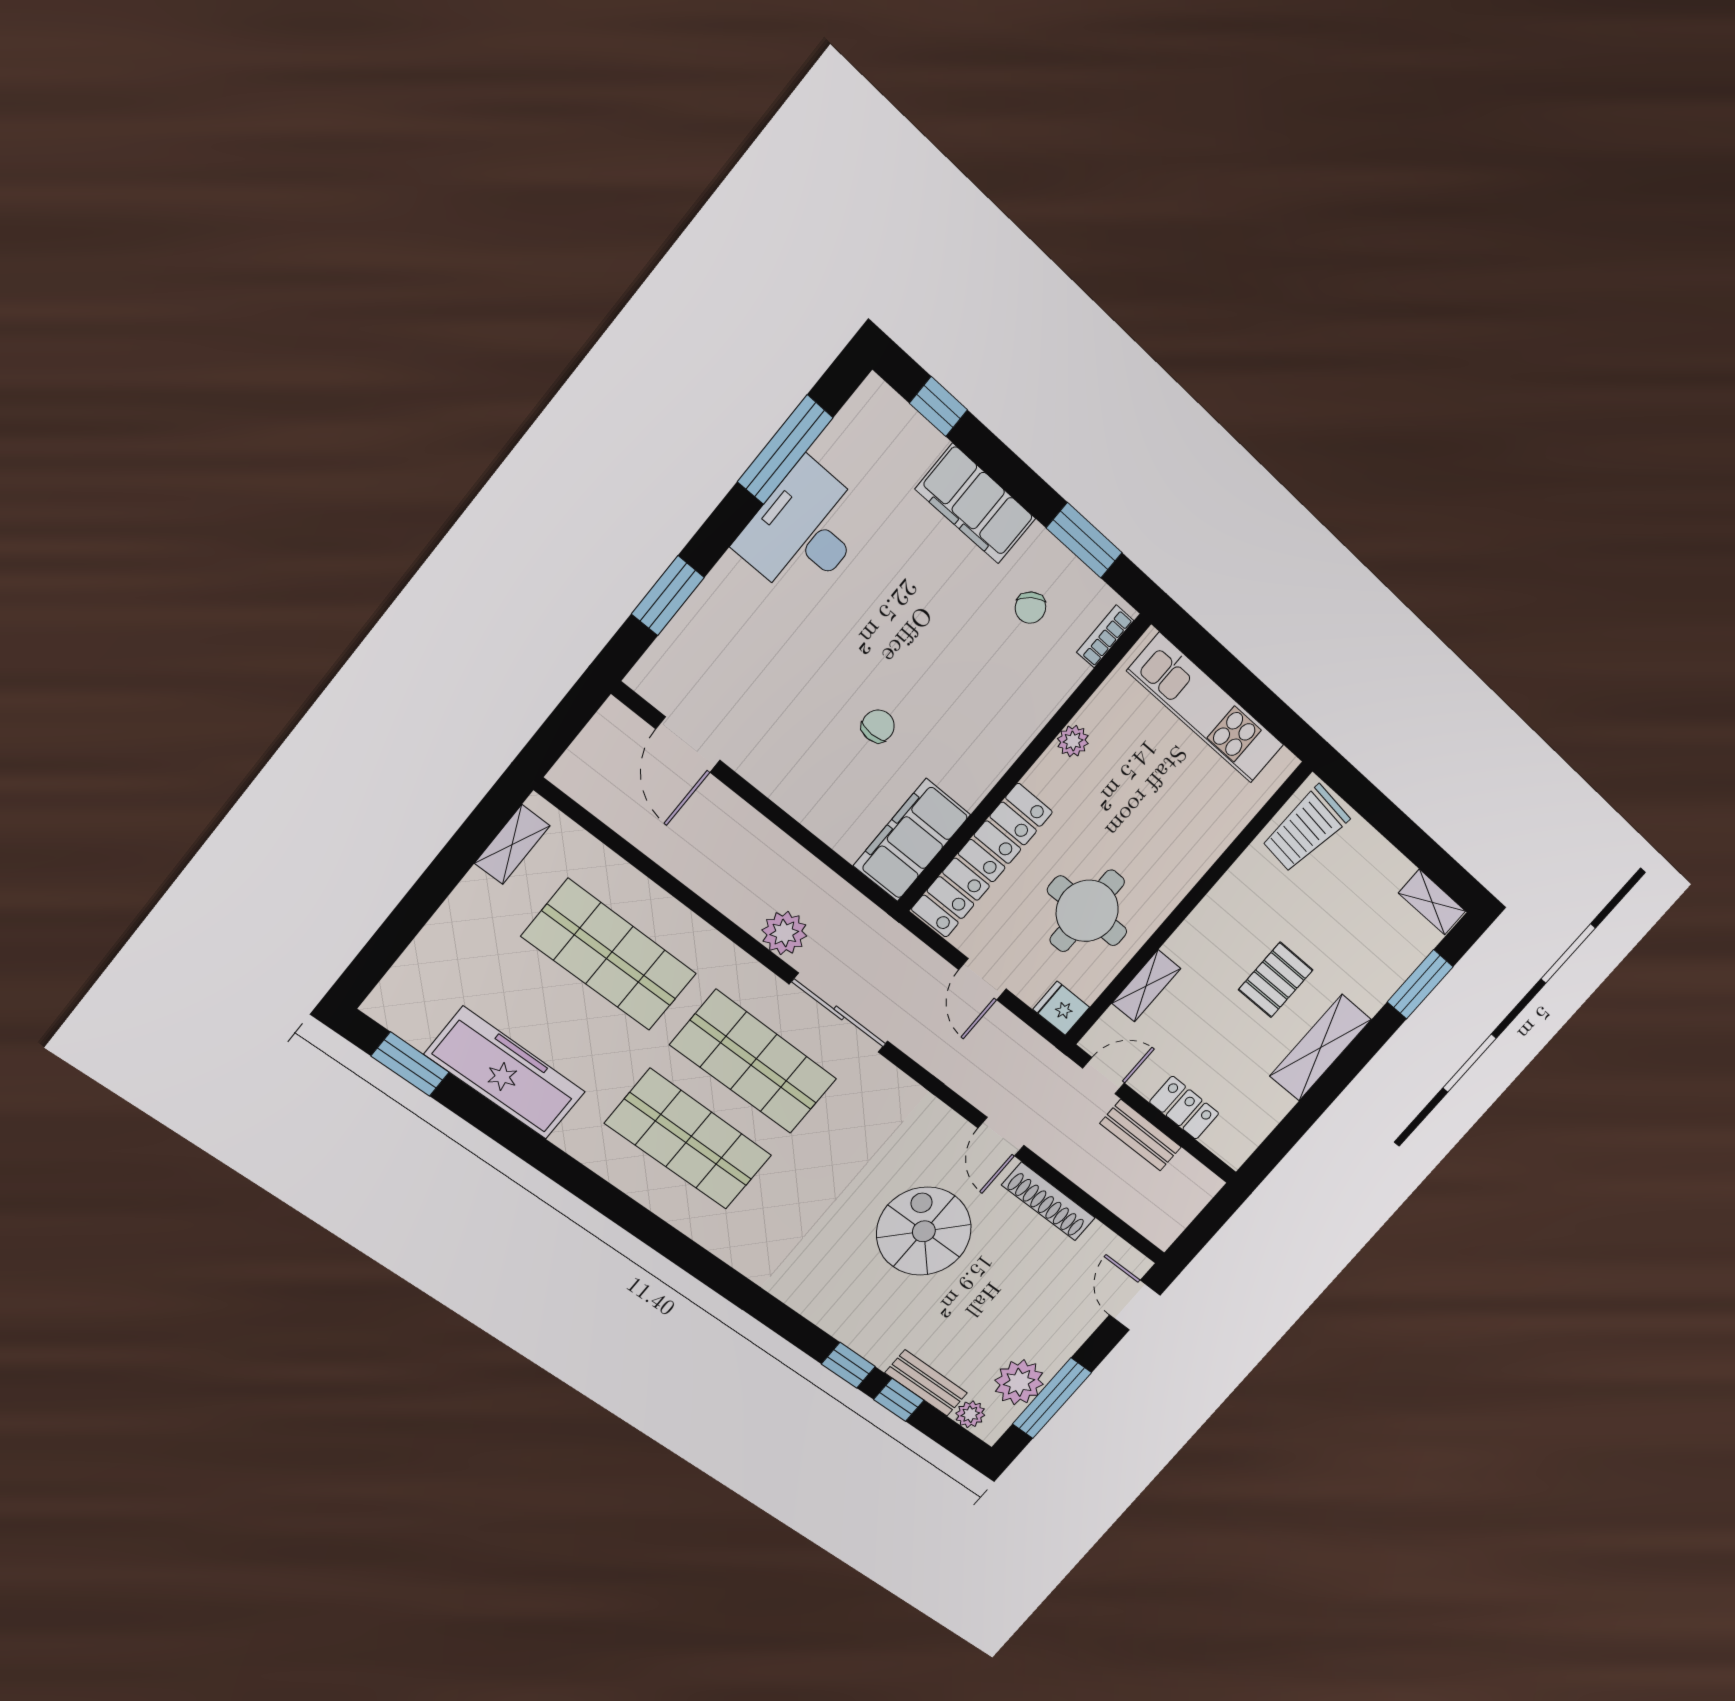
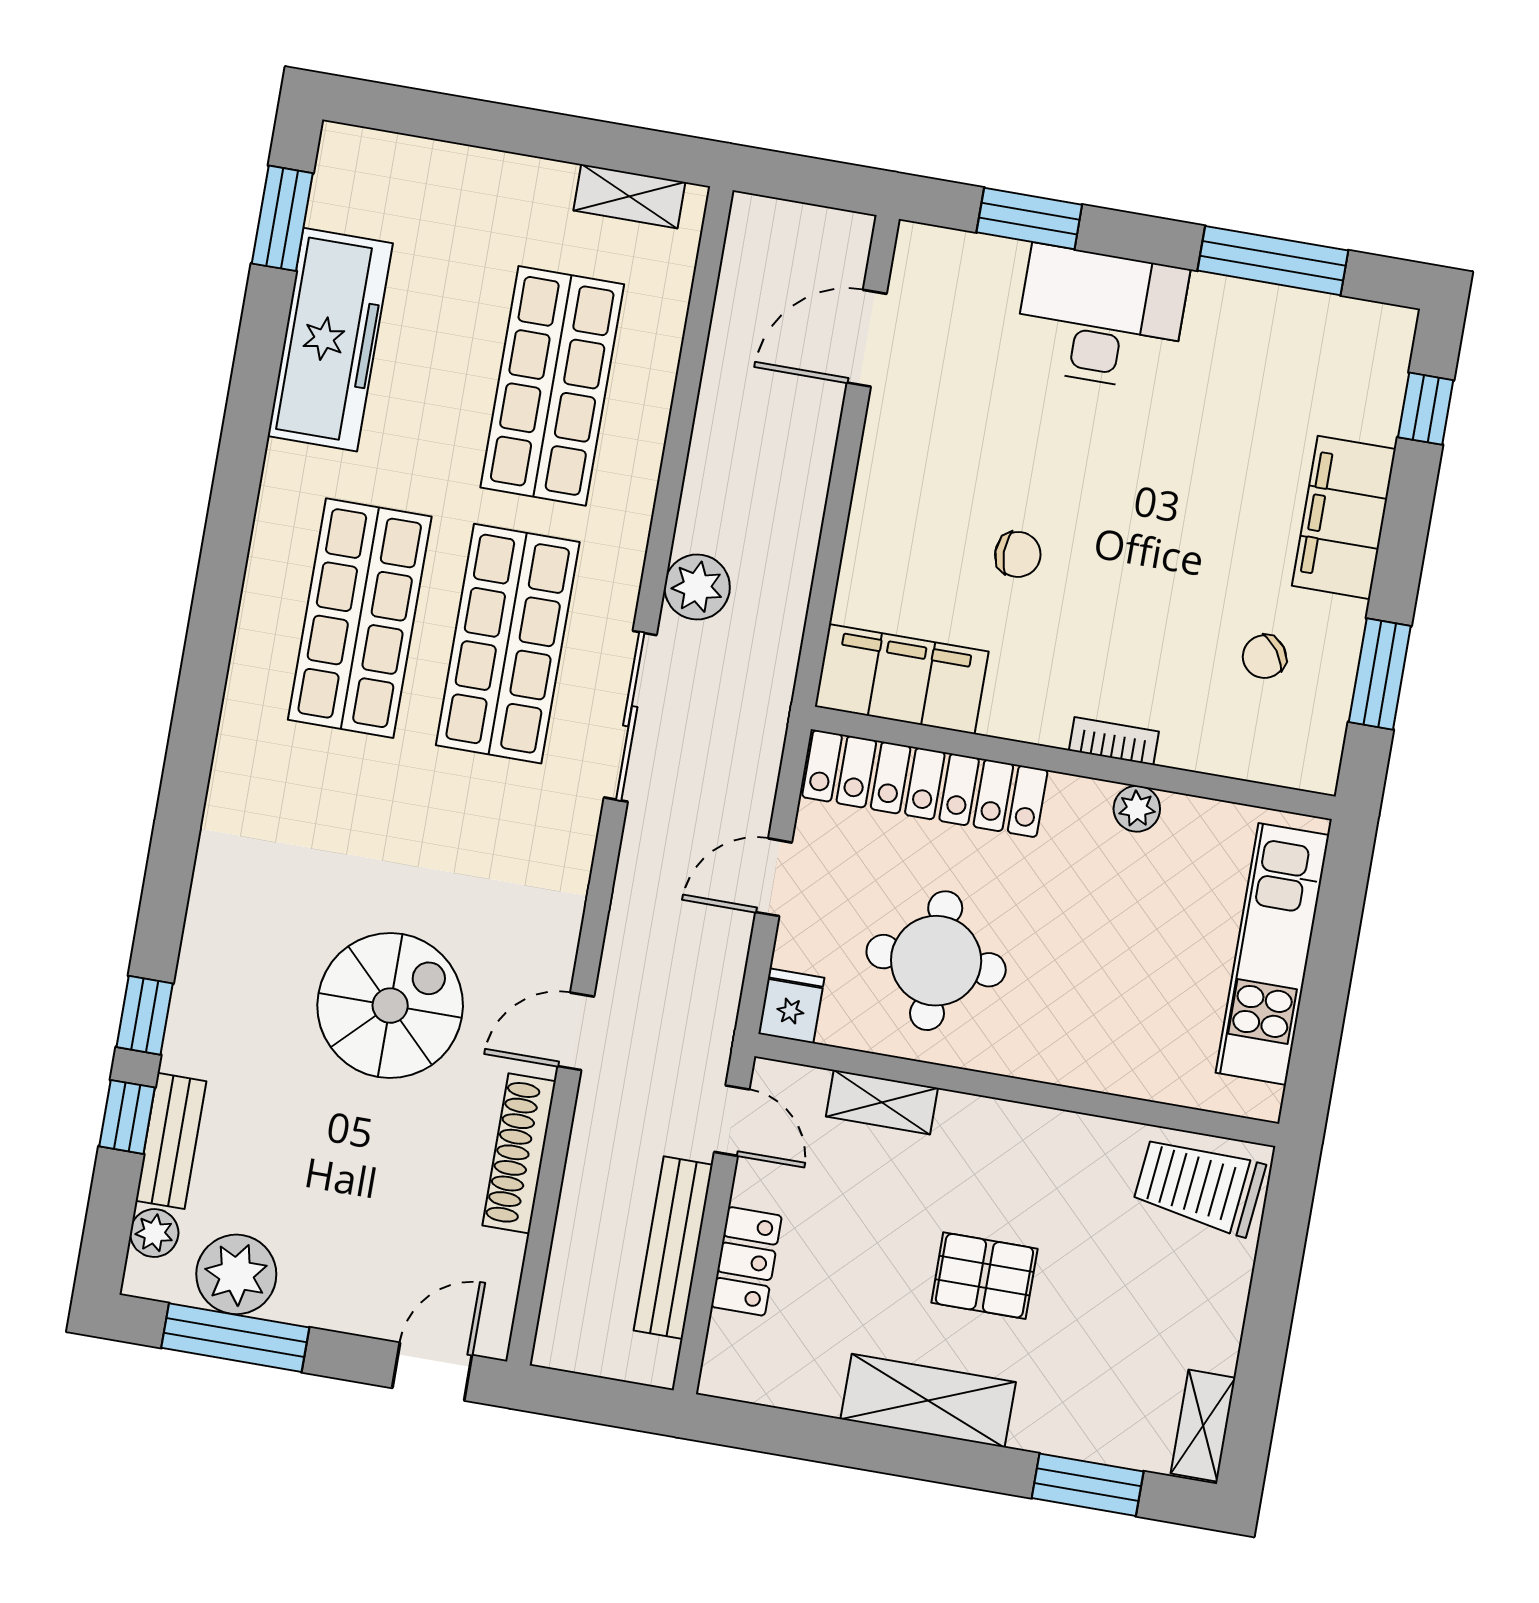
desk: (804, 531) -> (1101, 318), moved
bookcase: (1105, 636) -> (1114, 741), moved
bench: (1141, 1135) -> (673, 1248), width x1.36

